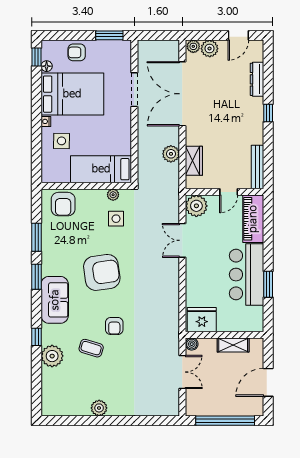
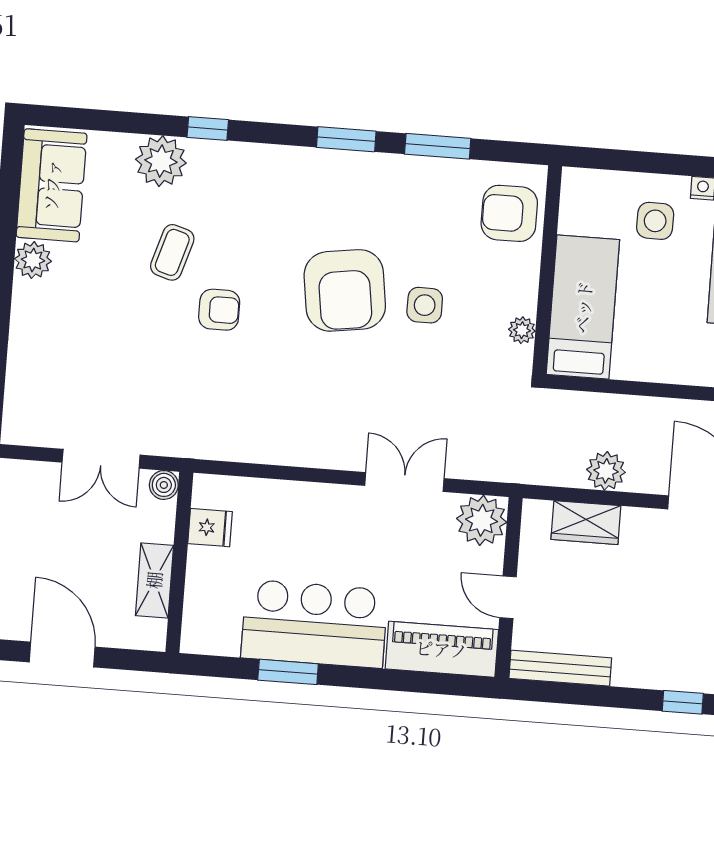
side table: (116, 219) -> (425, 305), moved
sofa: (55, 300) -> (52, 185), moved, turned -90
fridge: (202, 320) -> (210, 528), width x0.53, depth x0.75
armchair: (114, 326) -> (219, 310), turned 180

